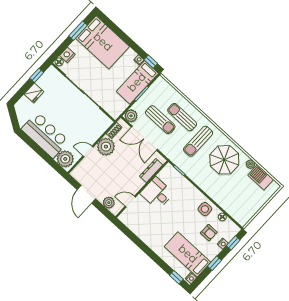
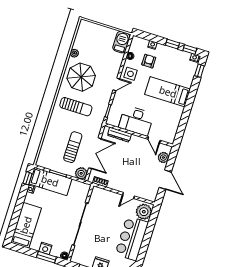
window: (78, 31) -> (46, 257), moved
bed: (103, 42) -> (26, 225), width x0.67
nightstand: (67, 55) -> (45, 248), moved
sun lounger: (182, 117) -> (62, 130), removed
plant: (106, 147) -> (117, 182), removed
door: (88, 152) -> (129, 195), hinge flipped
barbecue: (261, 177) -> (121, 42), moved, turned 180
door: (201, 191) -> (116, 84), added
desk: (157, 193) -> (136, 121), width x1.37
door: (86, 194) -> (165, 180), hinge flipped
window: (233, 243) -> (190, 49), moved
bed: (188, 254) -> (168, 92), moved, turned 90

